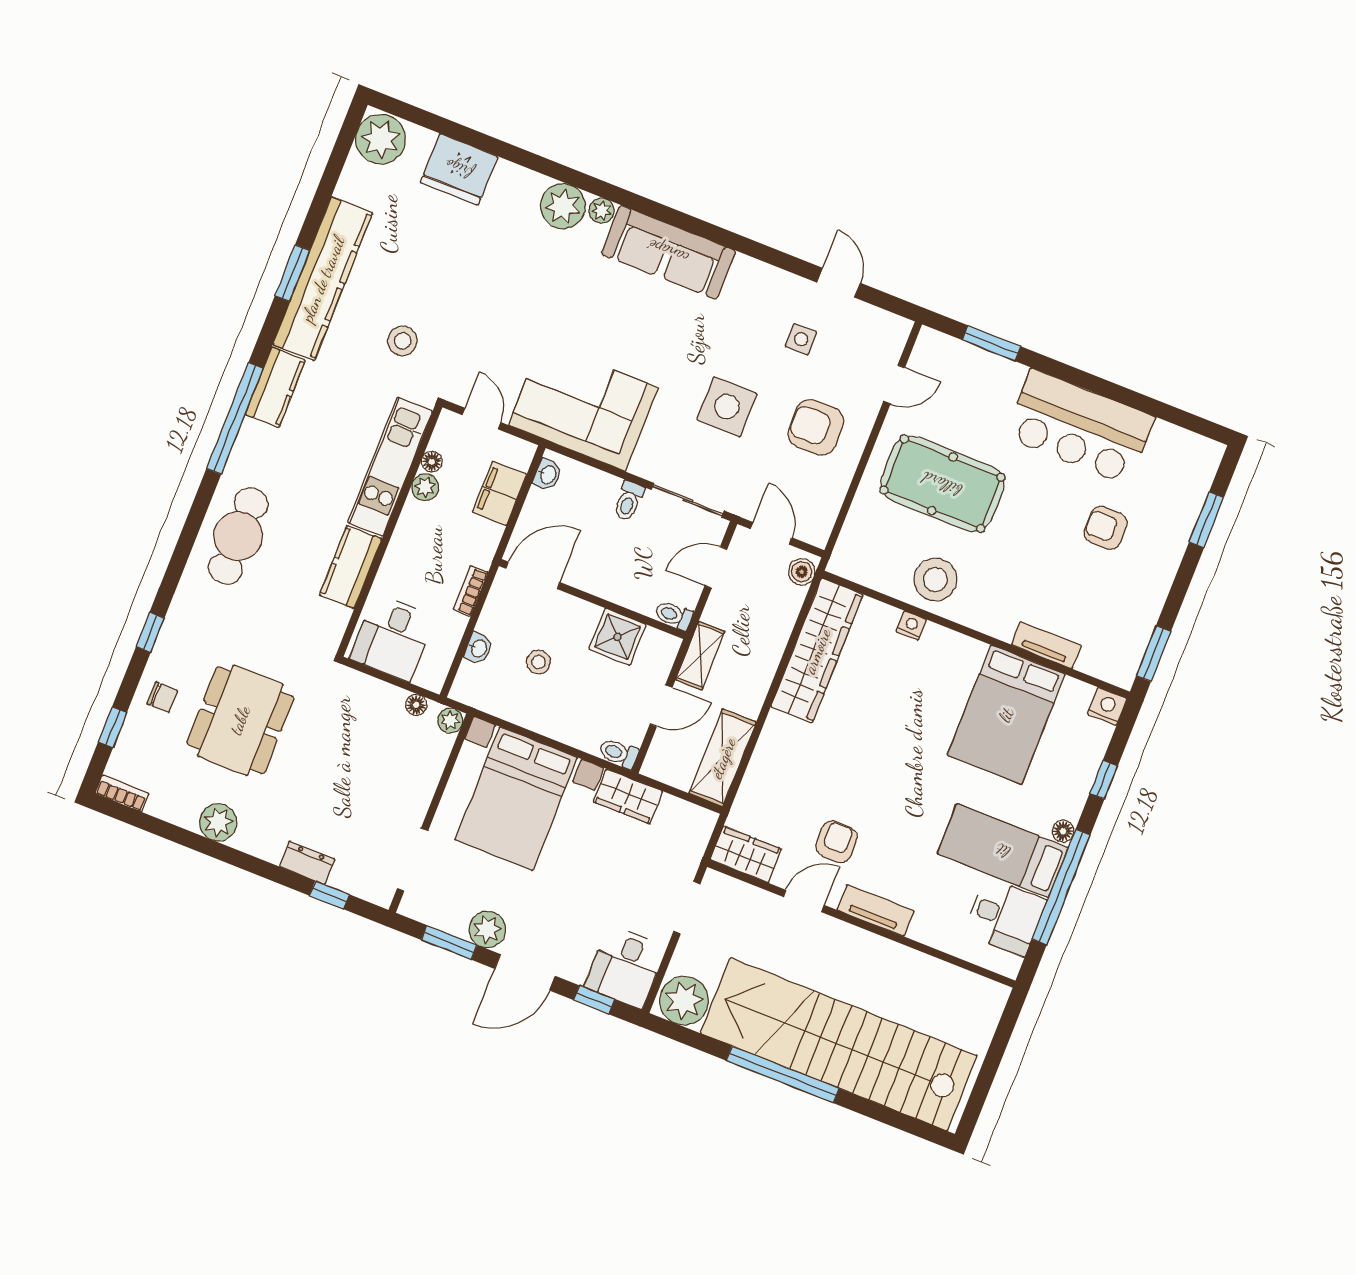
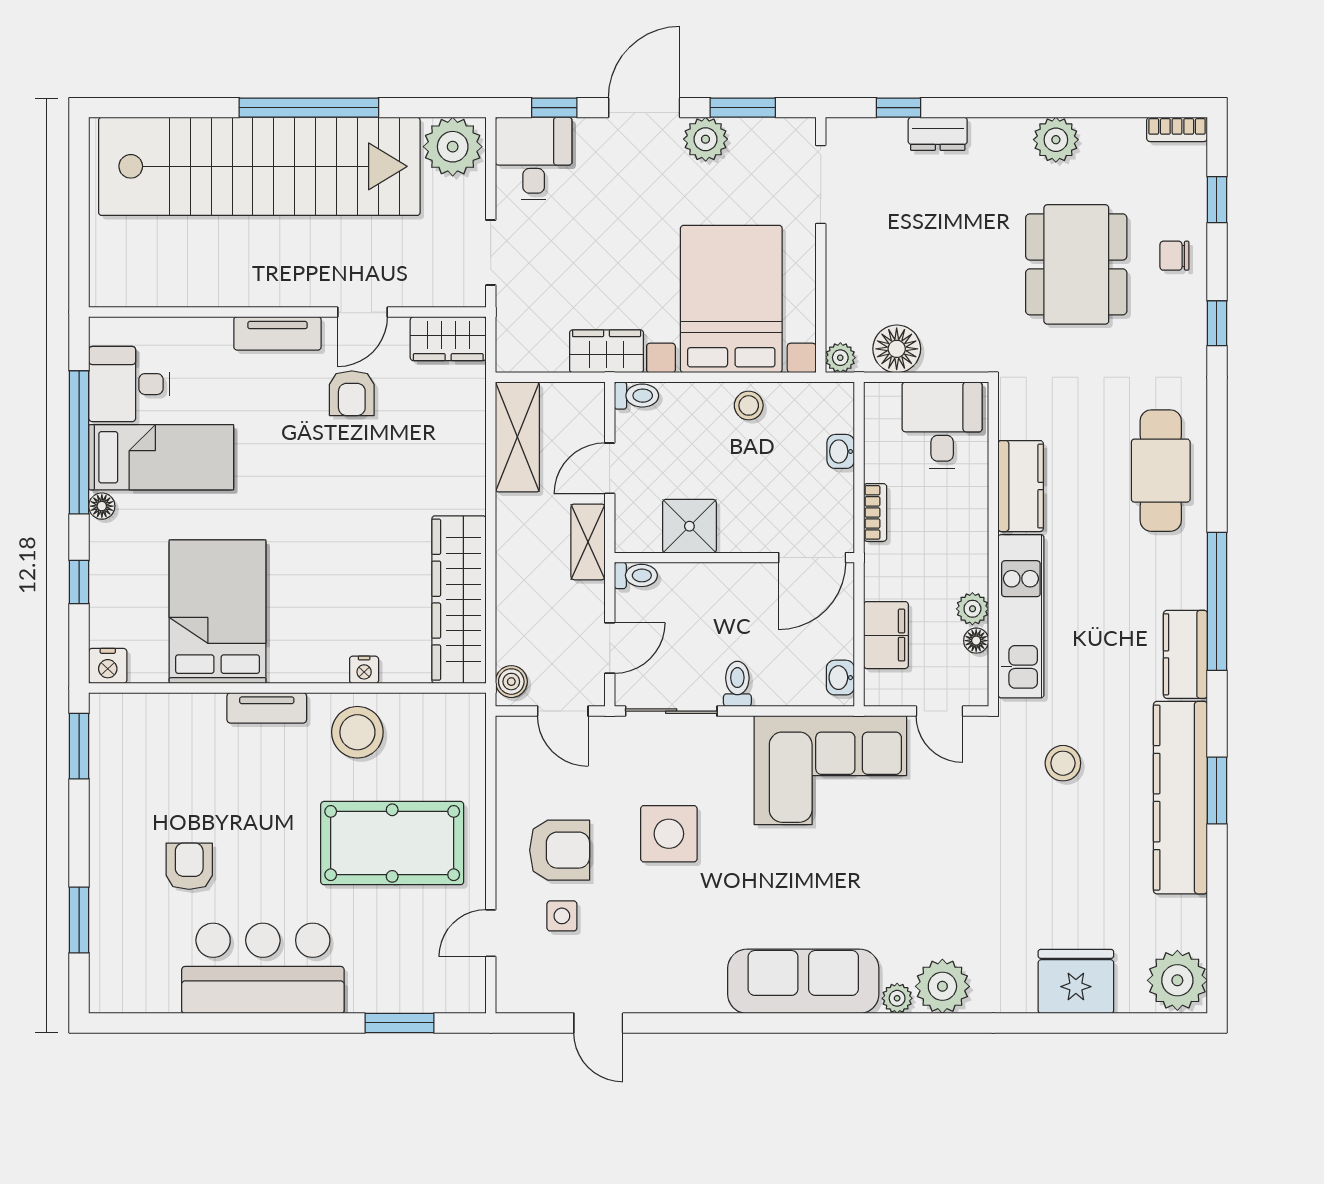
side table: (801, 339) -> (562, 916), moved
armchair: (1105, 528) -> (189, 866), turned -90
tv unit: (1046, 645) -> (267, 708), moved
stool: (538, 662) -> (749, 405), moved
floor lamp: (416, 705) -> (897, 349), width x1.89, depth x1.89

